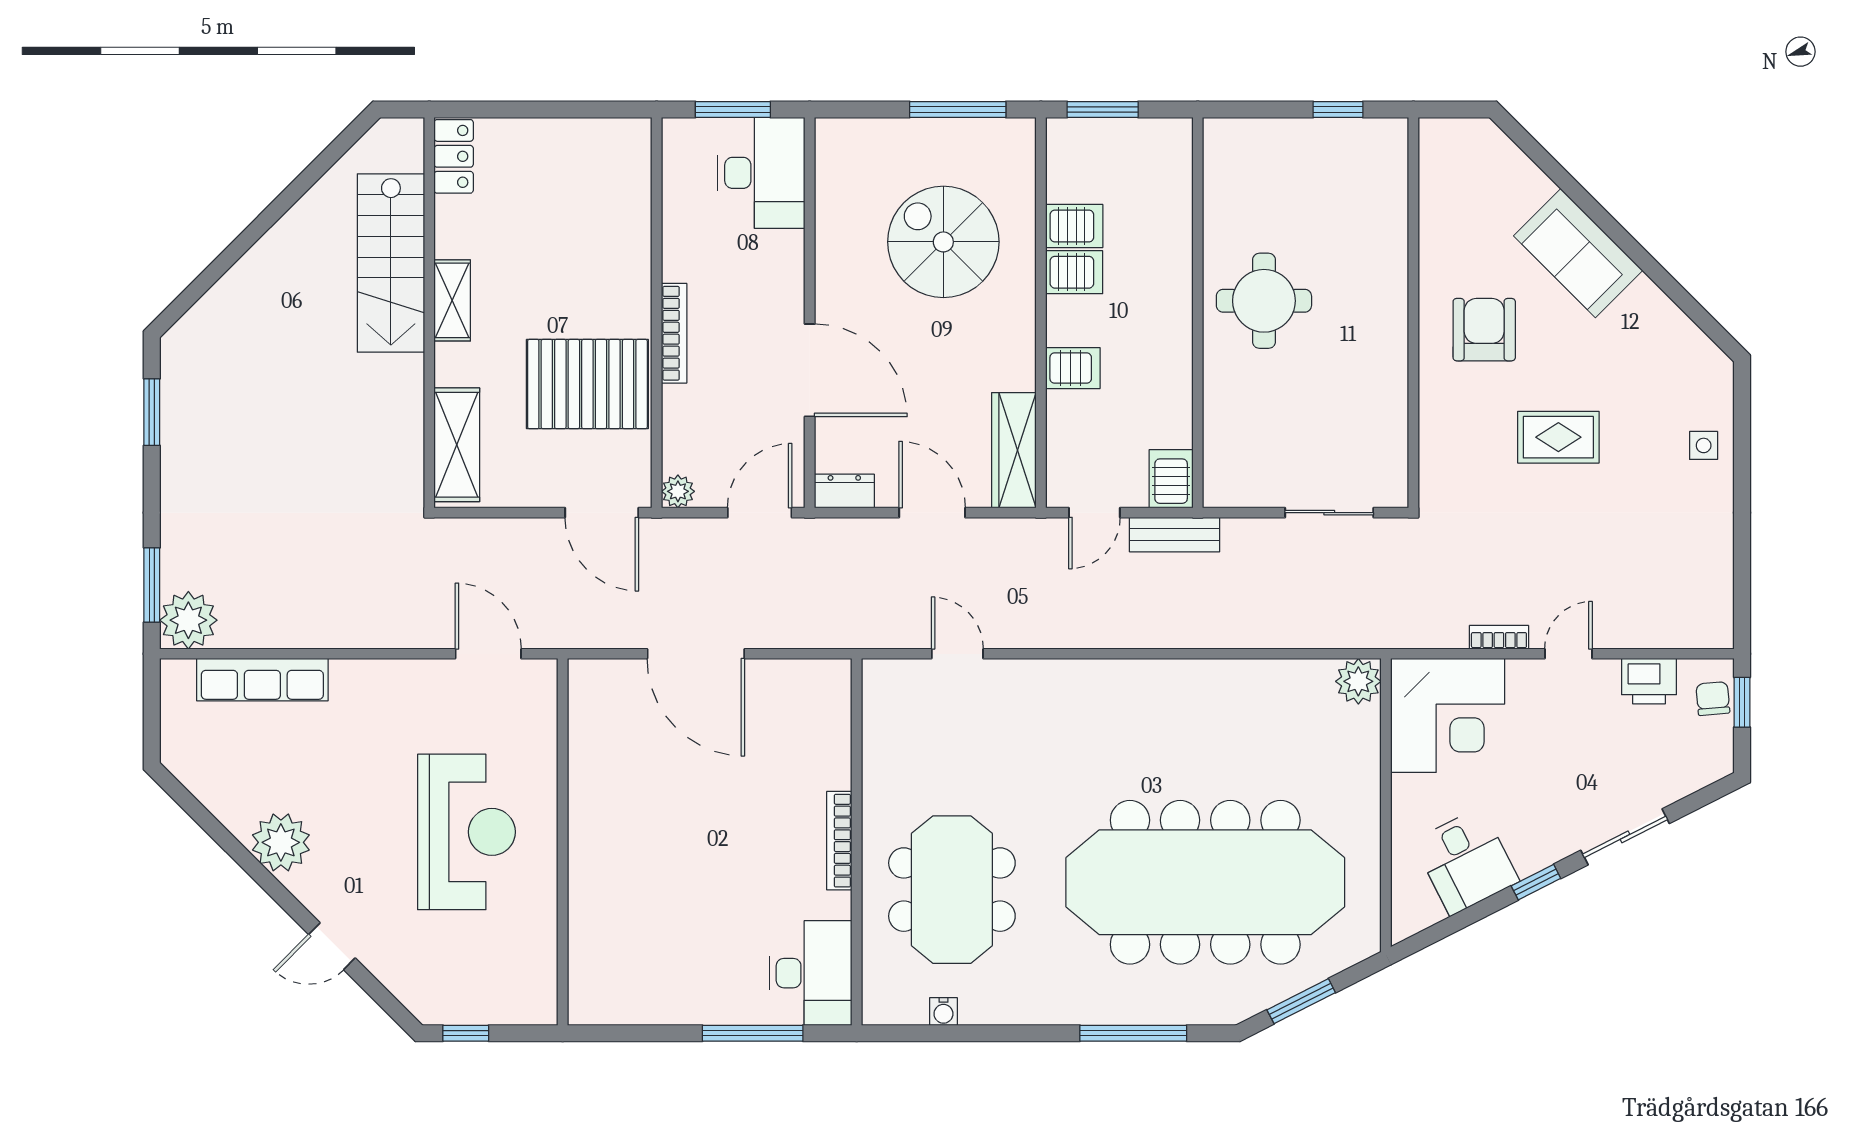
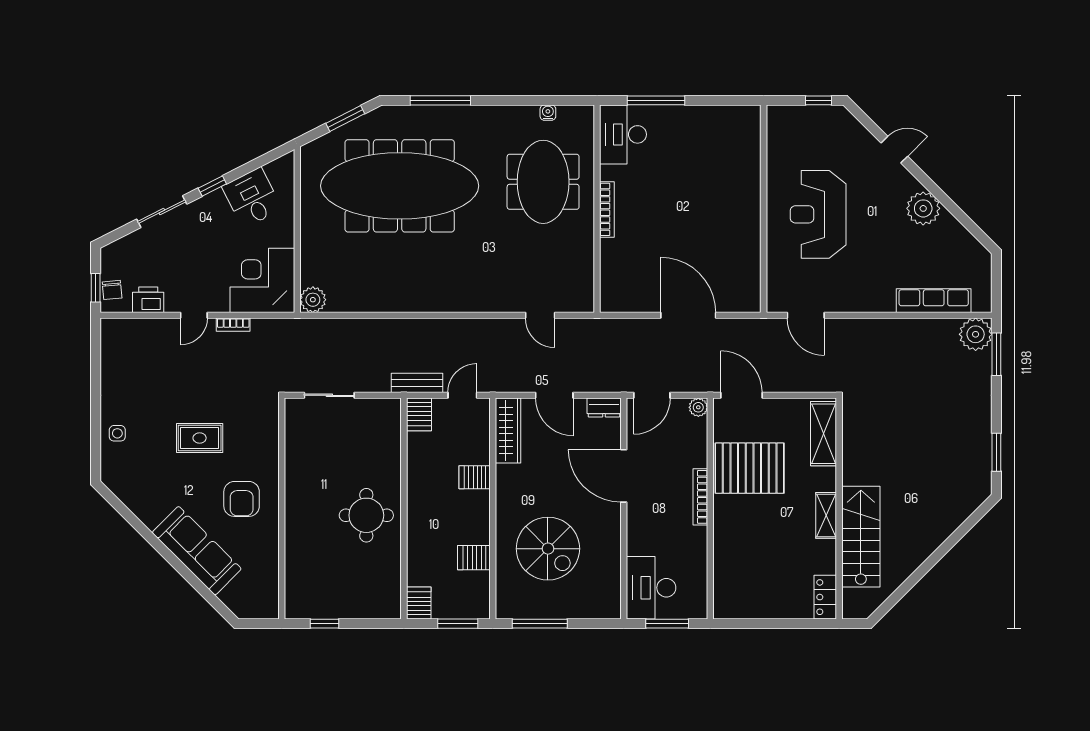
sofa: (1578, 253) -> (197, 551), width x1.36
server rack: (1074, 272) -> (419, 603), moved, turned 90

